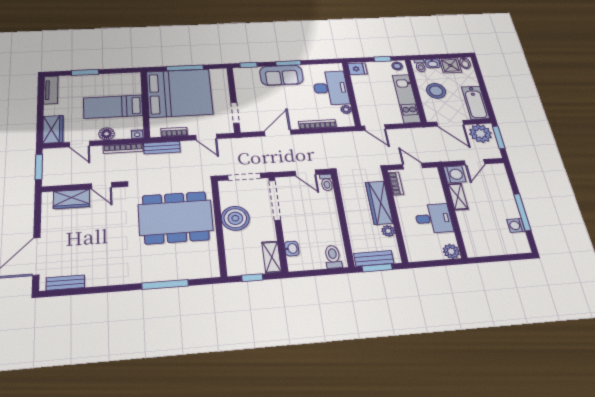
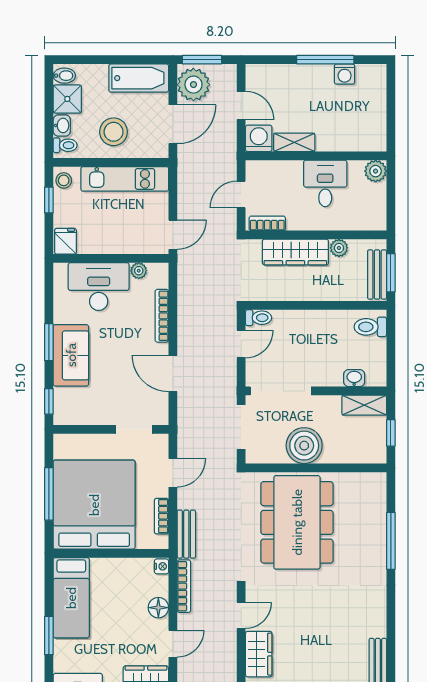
bed: (113, 107) -> (71, 598), moved

